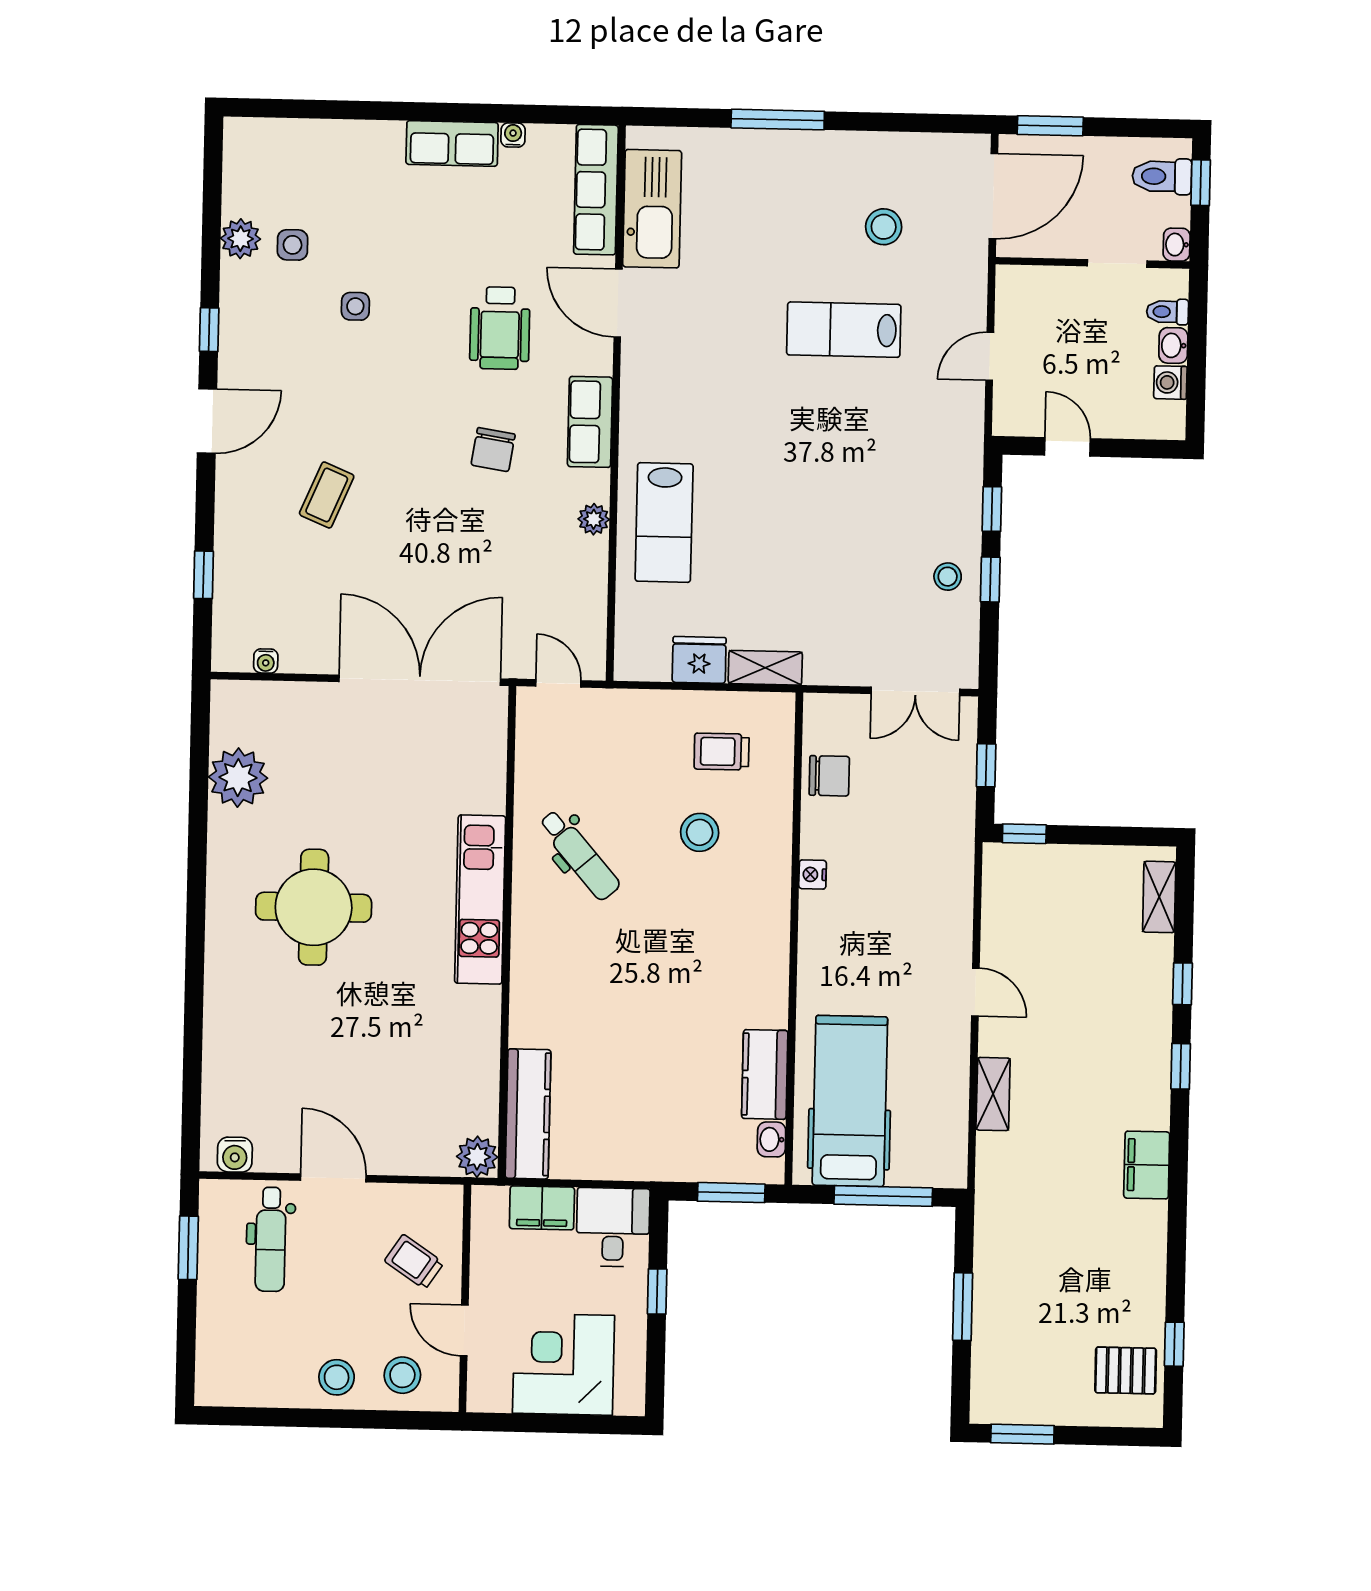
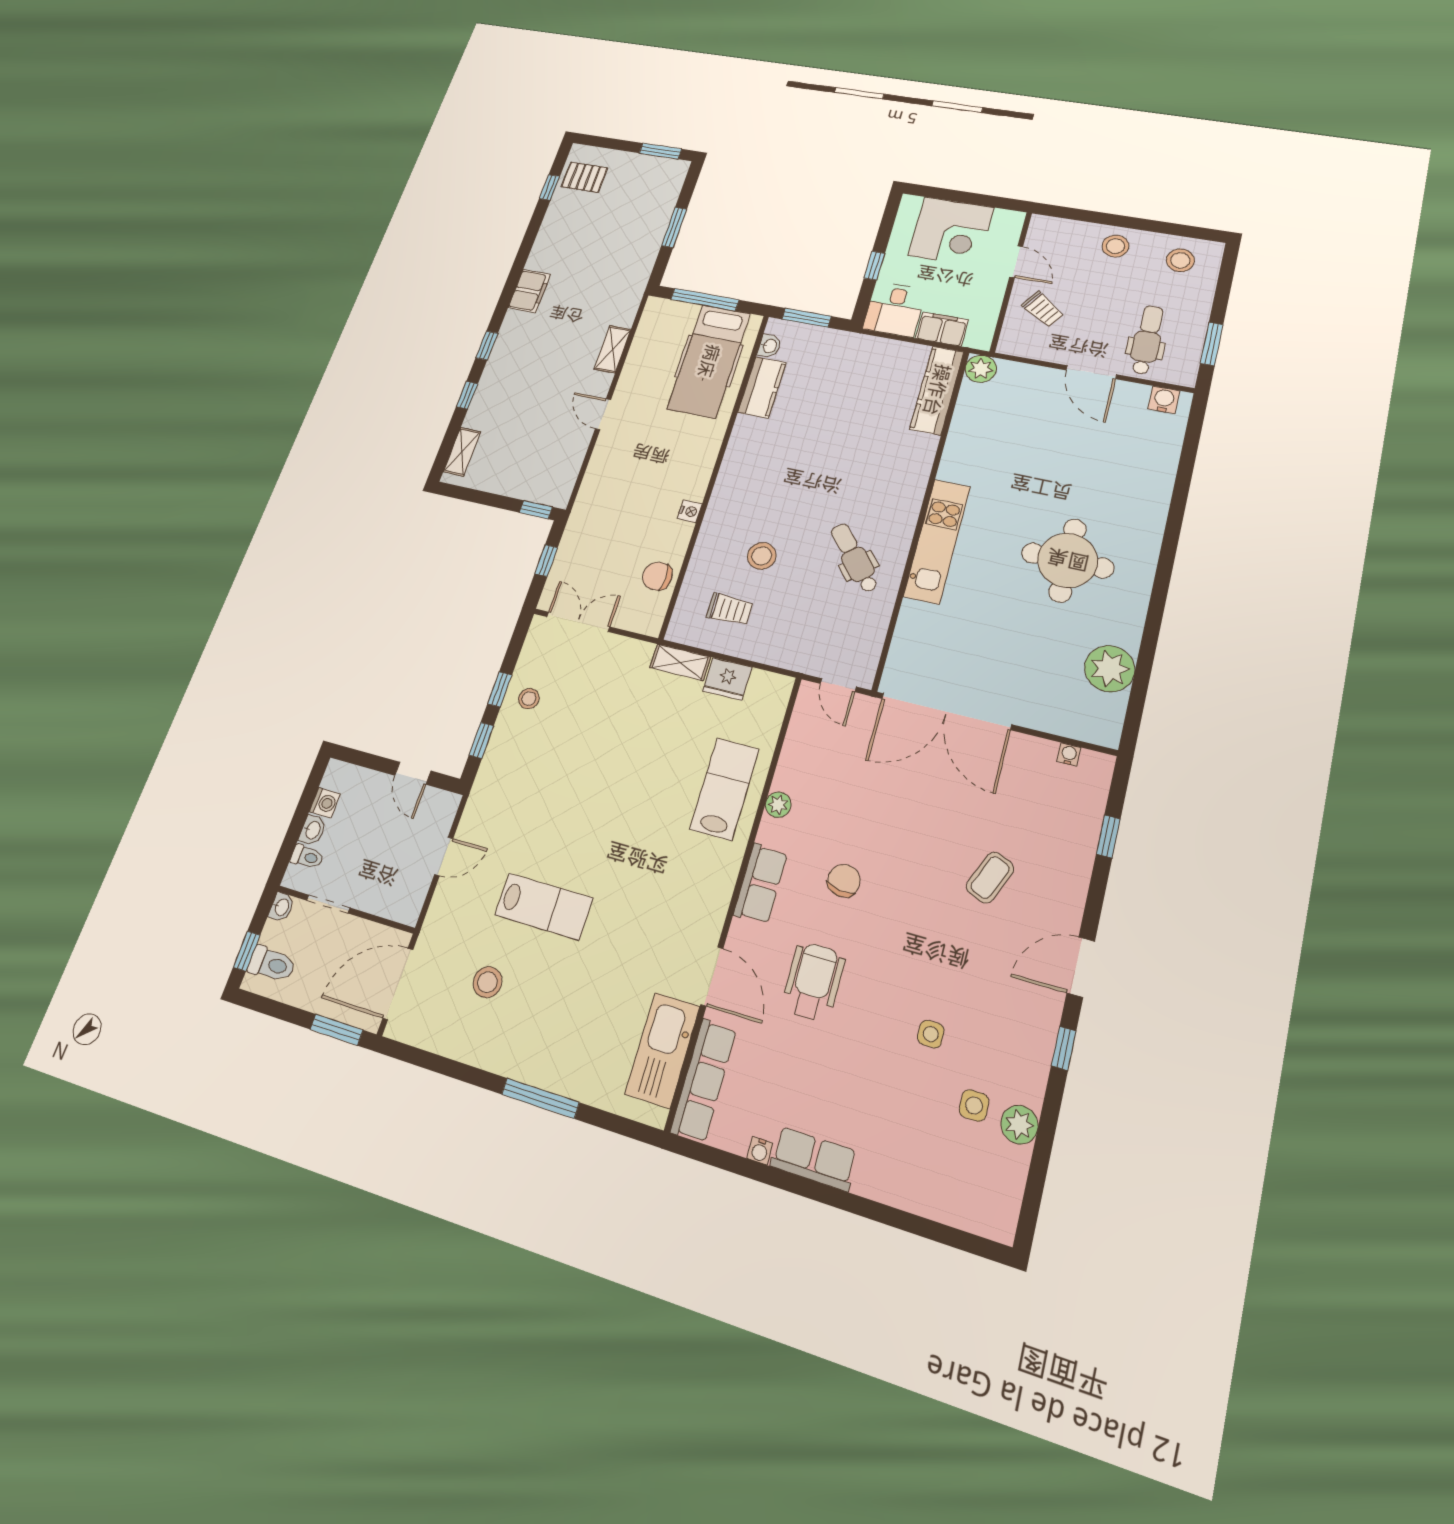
stool: (402, 1375) -> (1180, 260), moved

